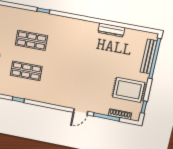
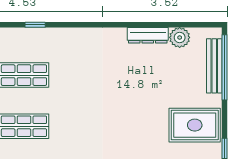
plant: (131, 35) -> (180, 37), added

